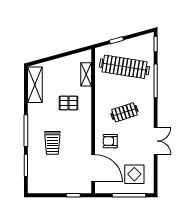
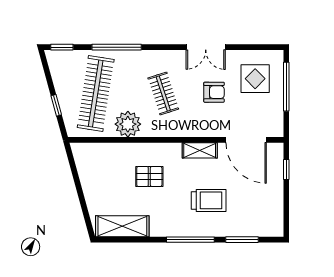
shelving: (86, 74) -> (200, 150), moved
plant: (104, 88) -> (128, 124), added
pallet: (69, 103) -> (149, 176), turned 90
armchair: (110, 141) -> (214, 92), moved, turned -90
double door: (156, 141) -> (206, 47), swing flipped
door: (93, 168) -> (246, 140), swing flipped

